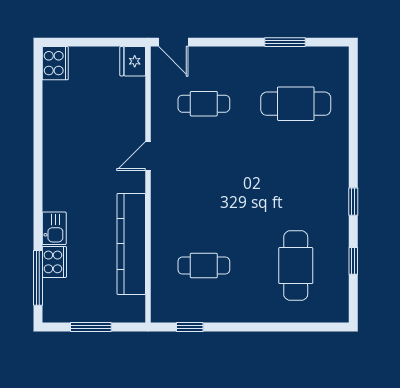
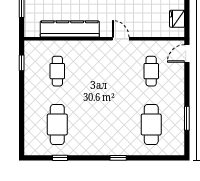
fridge: (133, 61) -> (177, 19), moved, turned -90
window: (353, 202) -> (118, 158), moved
cafe table: (296, 266) -> (57, 124), turned 90

